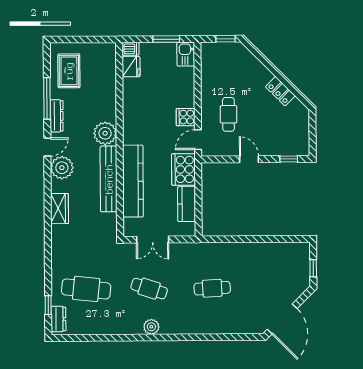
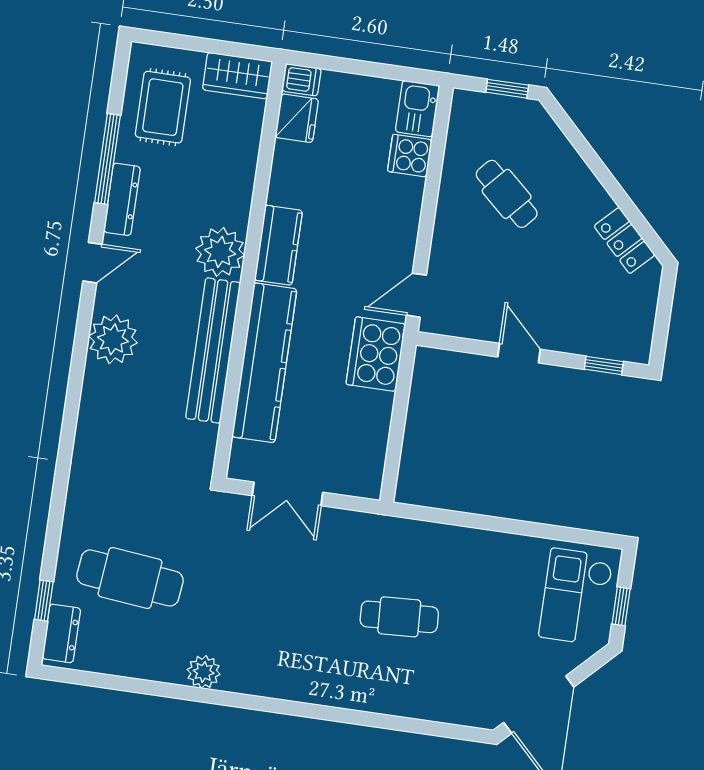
window: (166, 39) -> (381, 70), removed
locker: (280, 91) -> (624, 241), moved
cafe table: (228, 114) -> (507, 194), moved, turned -48
cooker: (186, 117) -> (410, 156), moved
plant: (62, 168) -> (113, 339), moved
kitchen counter: (187, 204) -> (278, 245), moved, turned 180
wardrobe: (59, 209) -> (237, 76), moved, turned 90
checkout: (292, 267) -> (576, 597), added
cafe table: (149, 289) -> (265, 597), removed
plant: (151, 327) -> (204, 672), moved

